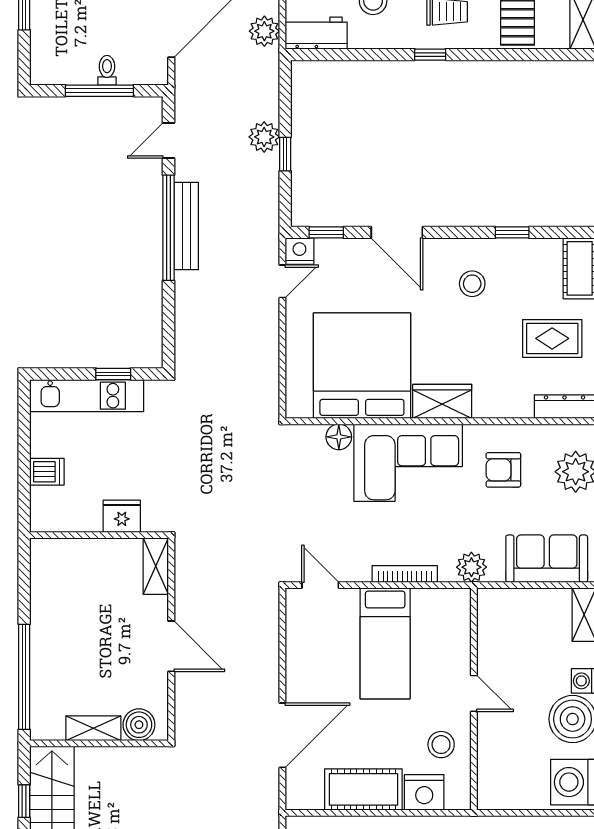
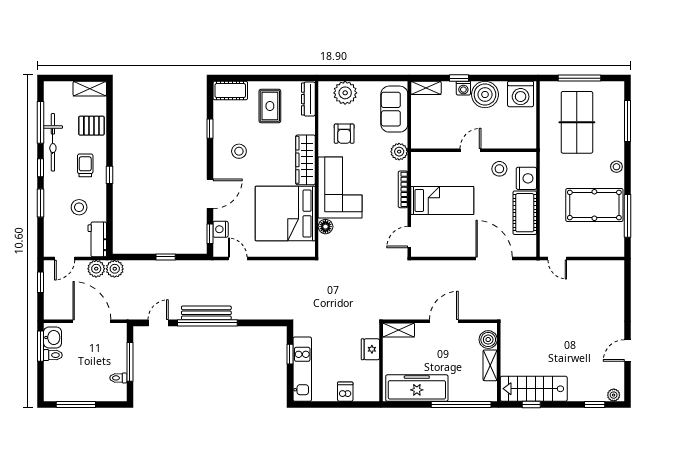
toilet: (107, 70) -> (118, 378), moved
plant: (264, 137) -> (115, 269), moved
door: (168, 141) -> (158, 323), swing flipped
nightstand: (299, 251) -> (221, 229), moved
wardrobe: (442, 401) -> (305, 160), width x1.50
freezer: (53, 598) -> (417, 388), added

